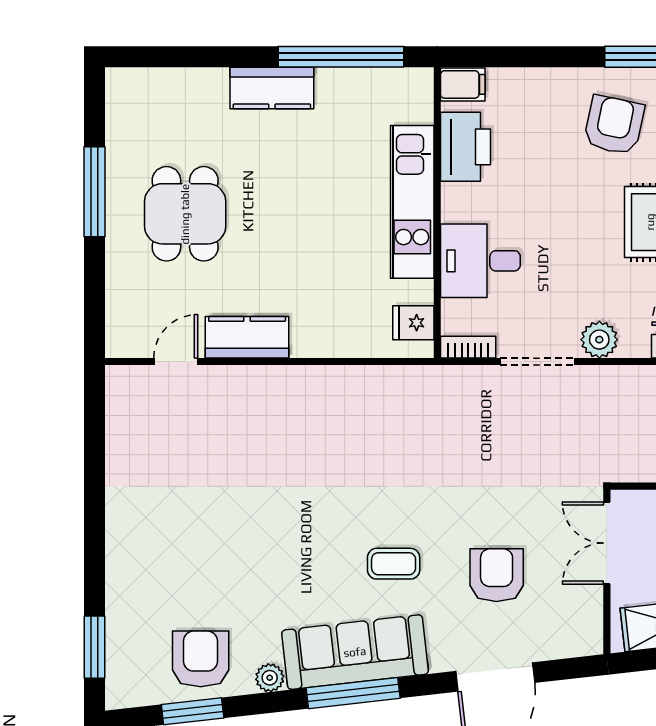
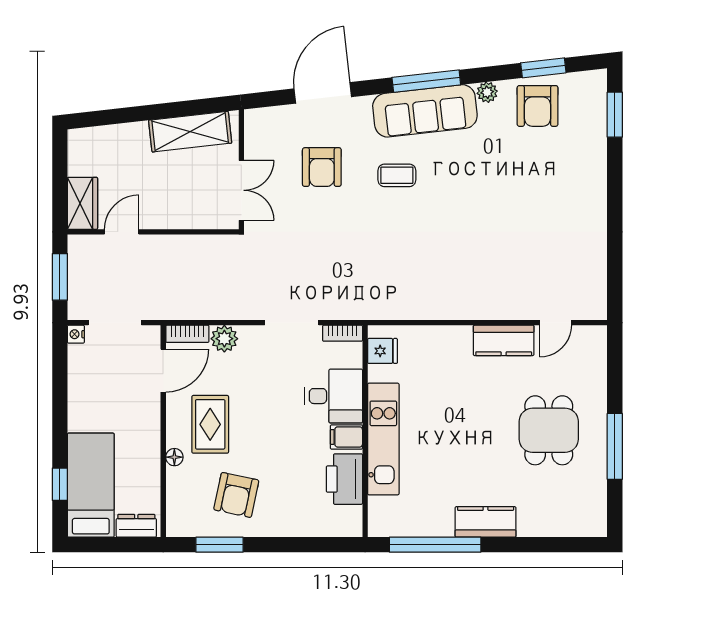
filing cabinet: (463, 84) -> (346, 437), moved
plant: (599, 340) -> (224, 339), moved

